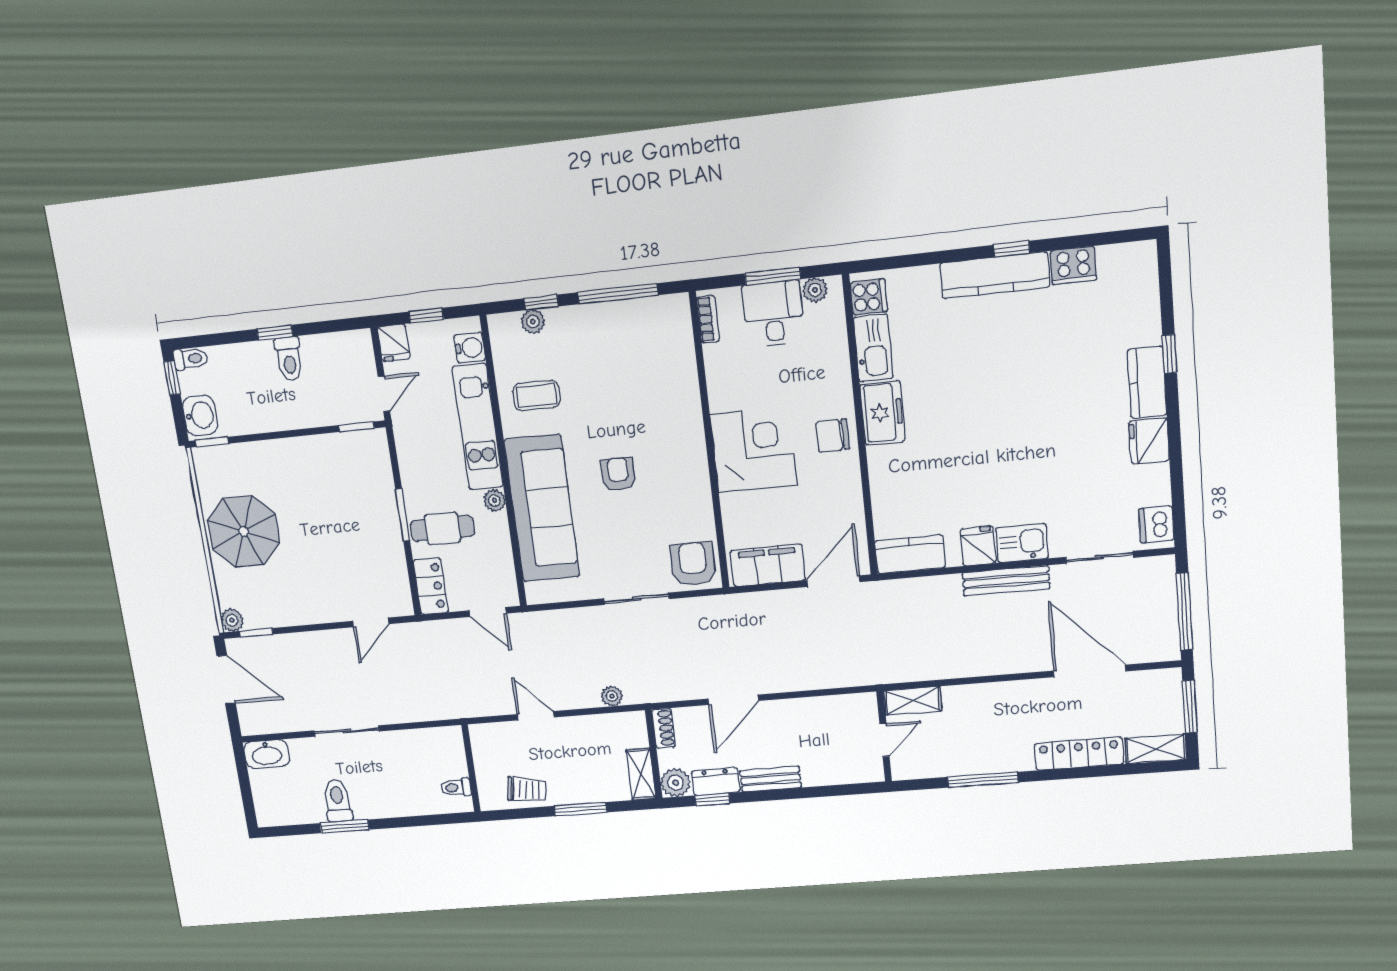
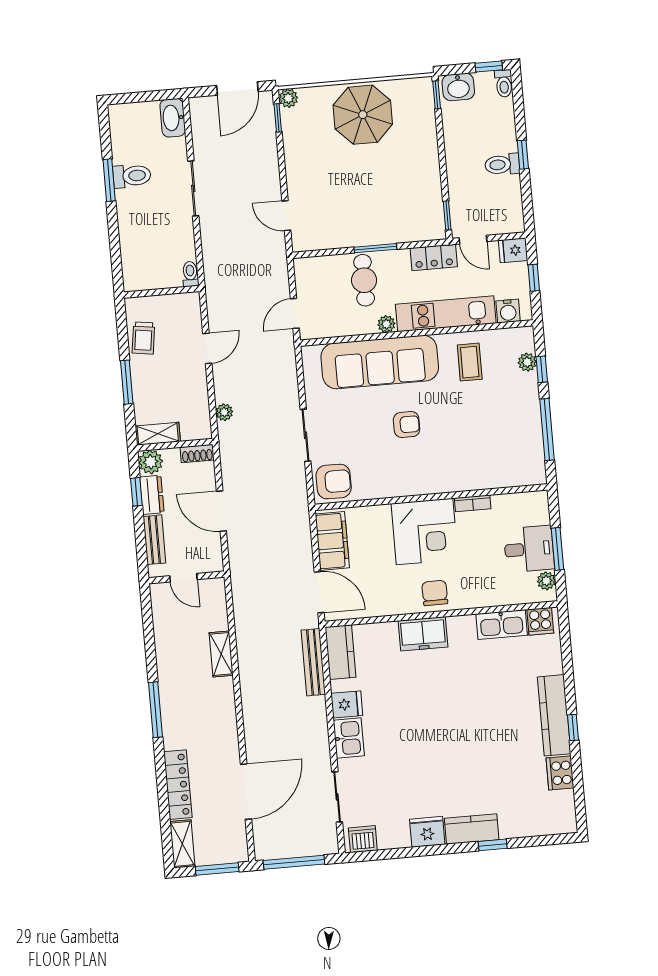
bookcase: (708, 319) -> (473, 503), moved
freezer: (883, 413) -> (423, 634), moved
bench: (1006, 581) -> (313, 662), moved
locker: (431, 586) -> (434, 257), moved
wall: (884, 736) -> (186, 577), moved
door: (885, 740) -> (183, 578), moved
toilet: (456, 787) -> (190, 274), moved

